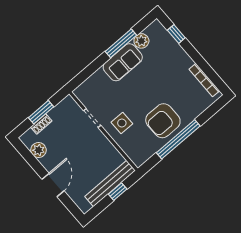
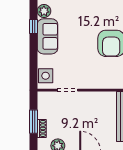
window: (121, 43) -> (33, 26), width x0.46
side table: (122, 123) -> (46, 76), moved

